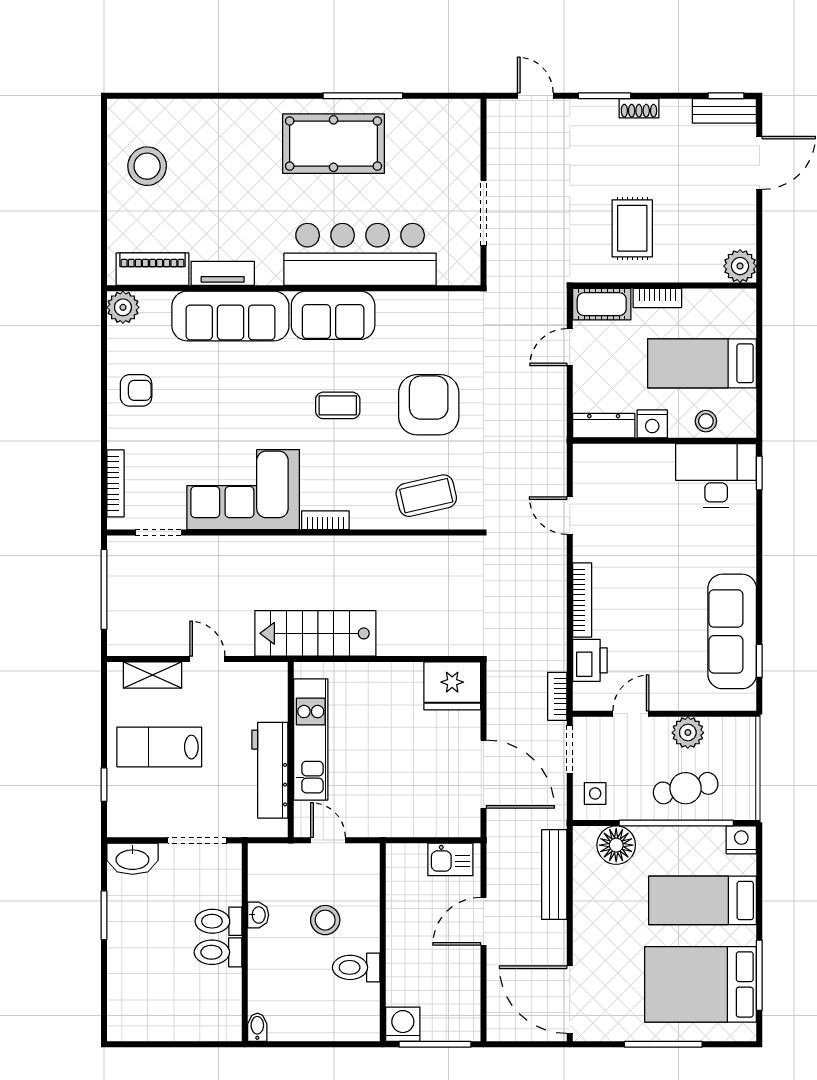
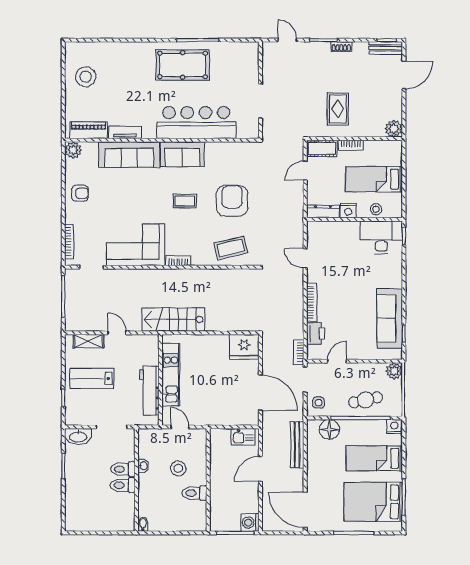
plant: (688, 733) -> (394, 371), moved
washing machine: (403, 1024) -> (250, 523), moved, turned -90

